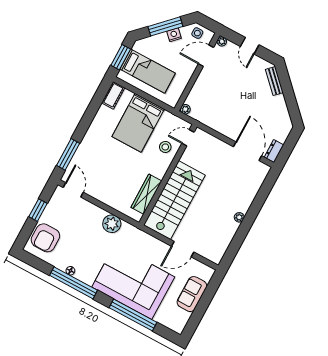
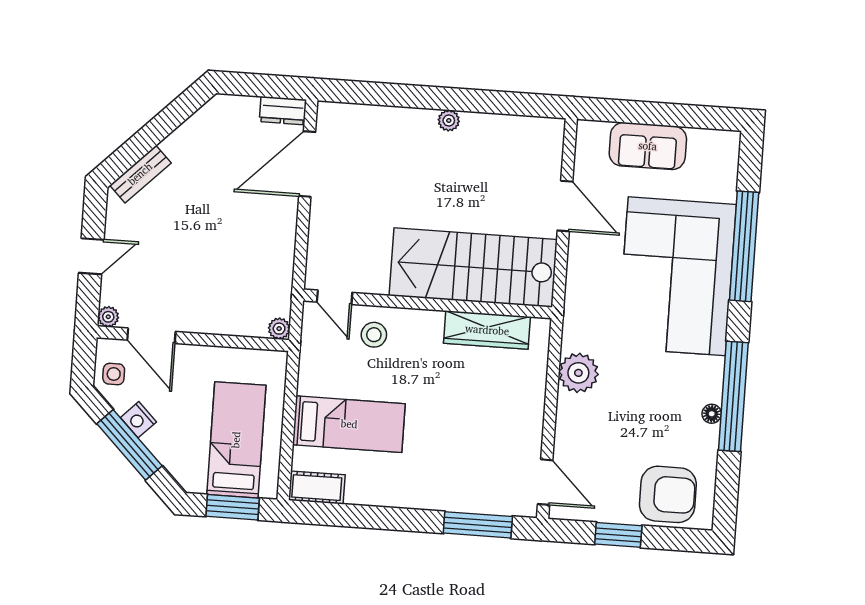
bed: (138, 123) -> (349, 424), width x0.67
door: (73, 190) -> (545, 482), swing flipped

